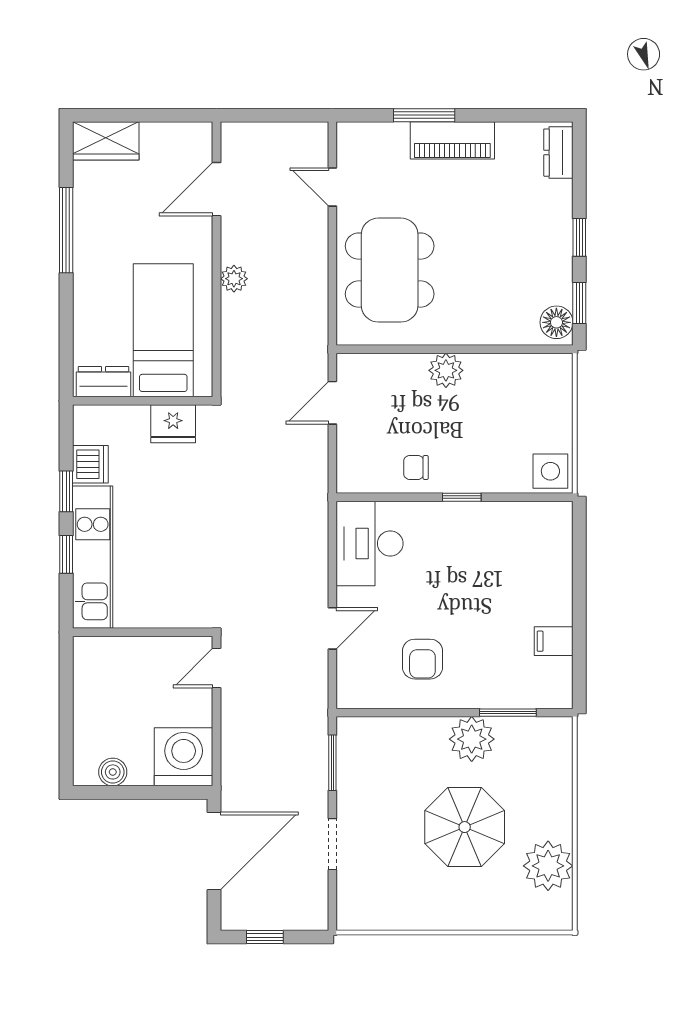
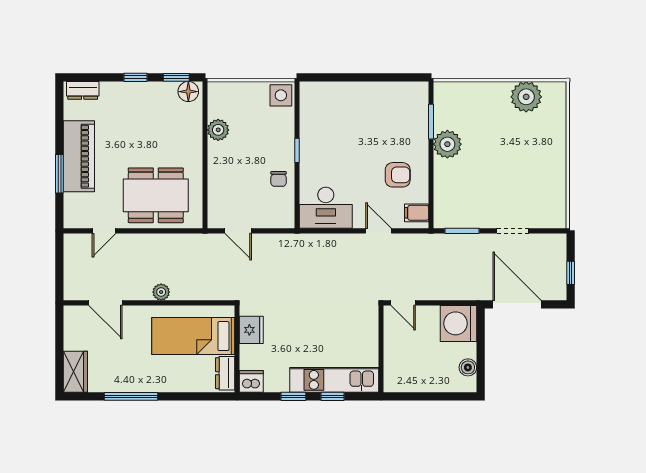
piano: (452, 140) -> (79, 156), width x1.37, depth x1.33
plant: (446, 370) -> (218, 130), moved
dishwasher: (90, 464) -> (251, 381), moved
filing cabinet: (554, 641) -> (417, 213), moved, turned 90
parasol: (465, 827) -> (502, 149), removed

